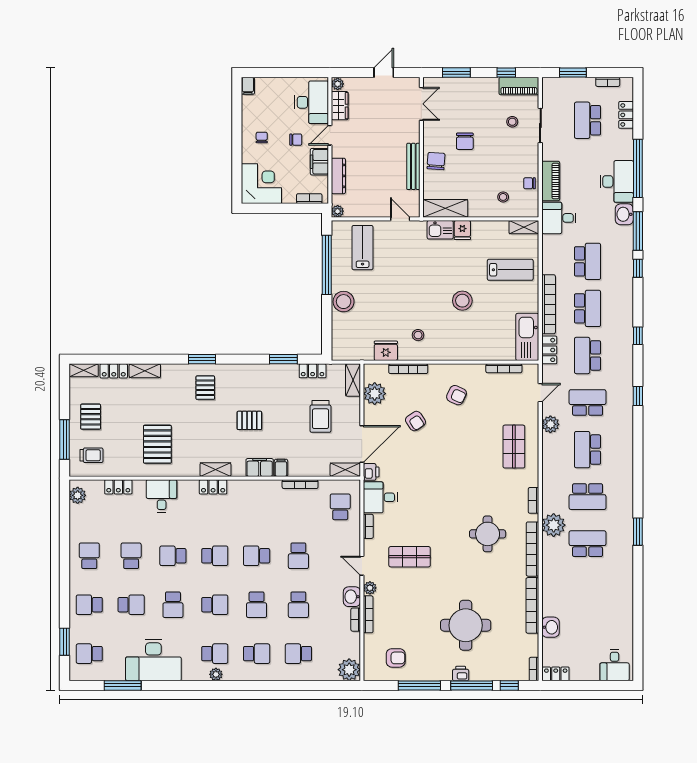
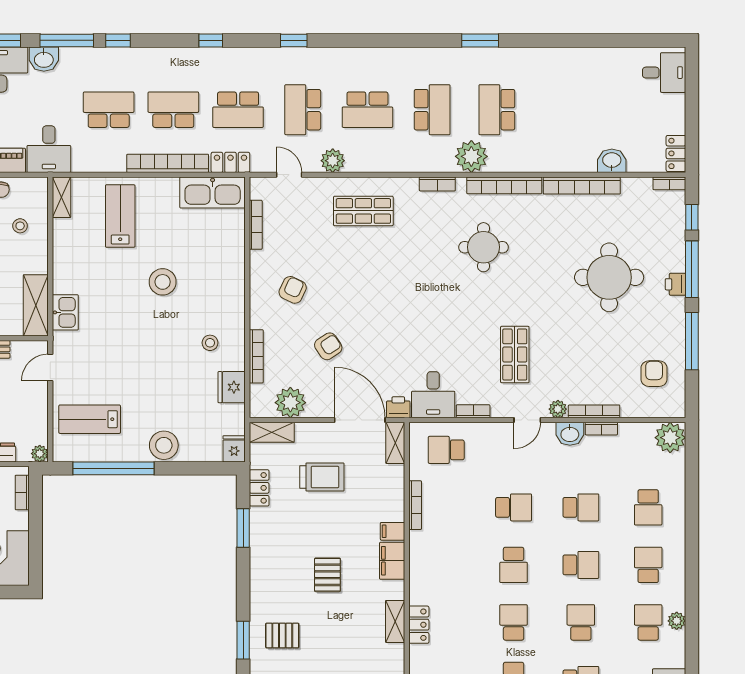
fridge: (462, 230) -> (234, 449), moved, turned -90

